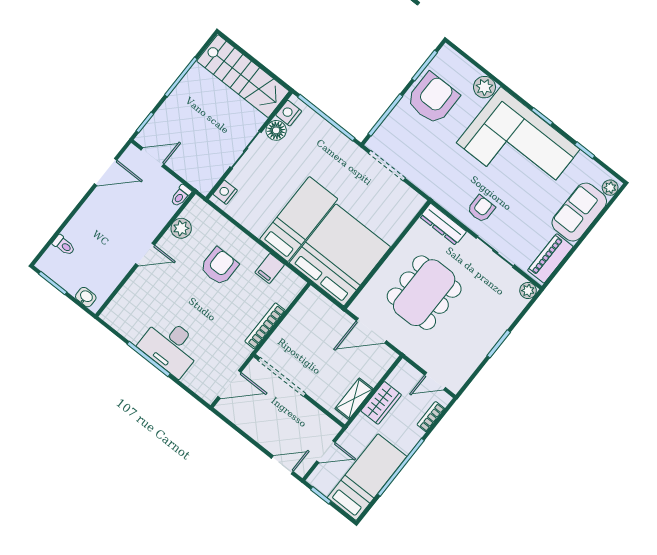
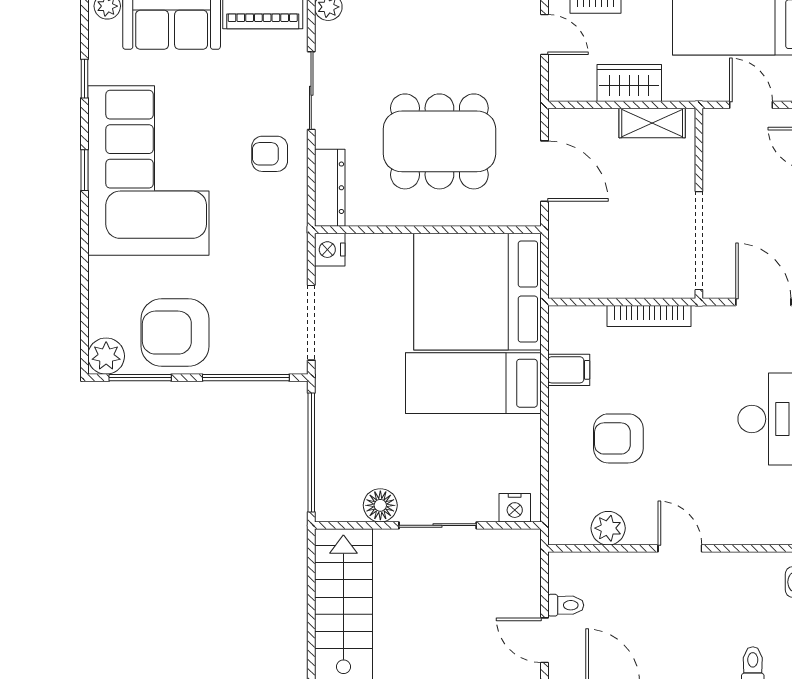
plant: (484, 87) -> (106, 356), moved
nightstand: (289, 113) -> (330, 250), moved, turned 90
toilet: (181, 196) -> (566, 605), moved

